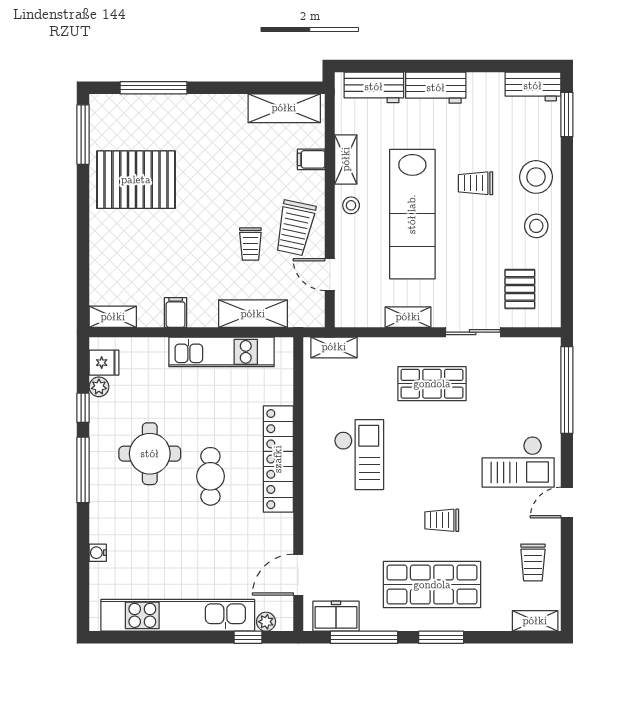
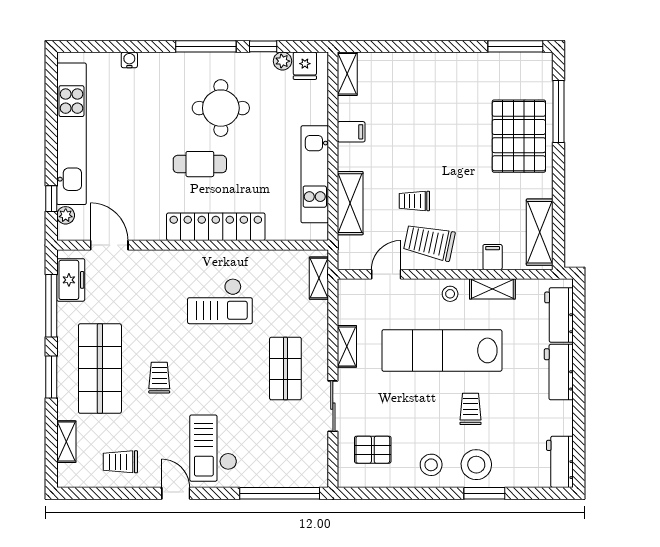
window: (567, 114) -> (484, 493), moved
pallet: (136, 180) -> (519, 136), moved
shelving: (535, 621) -> (66, 442), moved

